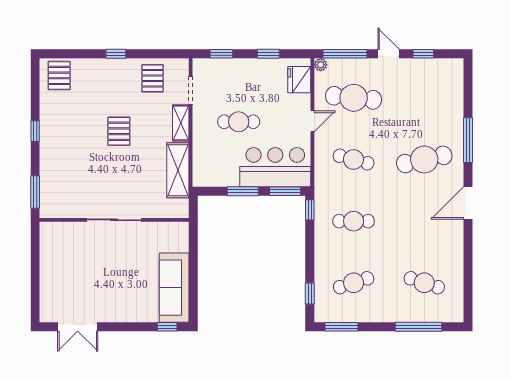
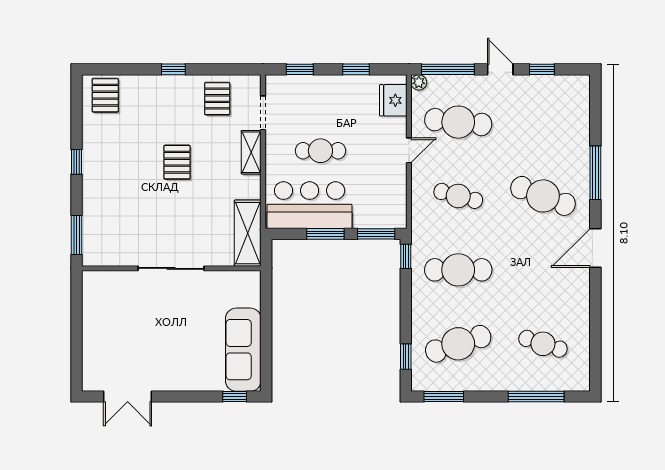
cafe table: (424, 159) -> (543, 196), turned 33
bar counter: (275, 167) -> (310, 205), moved
shelving: (178, 170) -> (248, 233), moved
cafe table: (354, 221) -> (458, 270), width x1.37, depth x1.35
cafe table: (354, 283) -> (458, 344), width x1.37, depth x1.35

